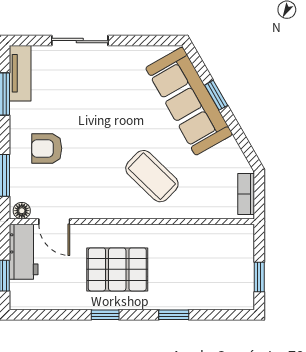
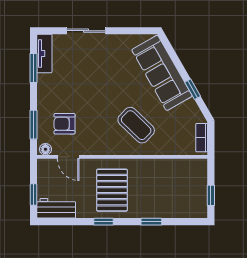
window: (216, 95) -> (193, 89), moved
armchair: (47, 148) -> (64, 124), moved
workbench: (24, 252) -> (56, 208), moved, turned -90
pallet: (117, 269) -> (112, 190), turned 90

